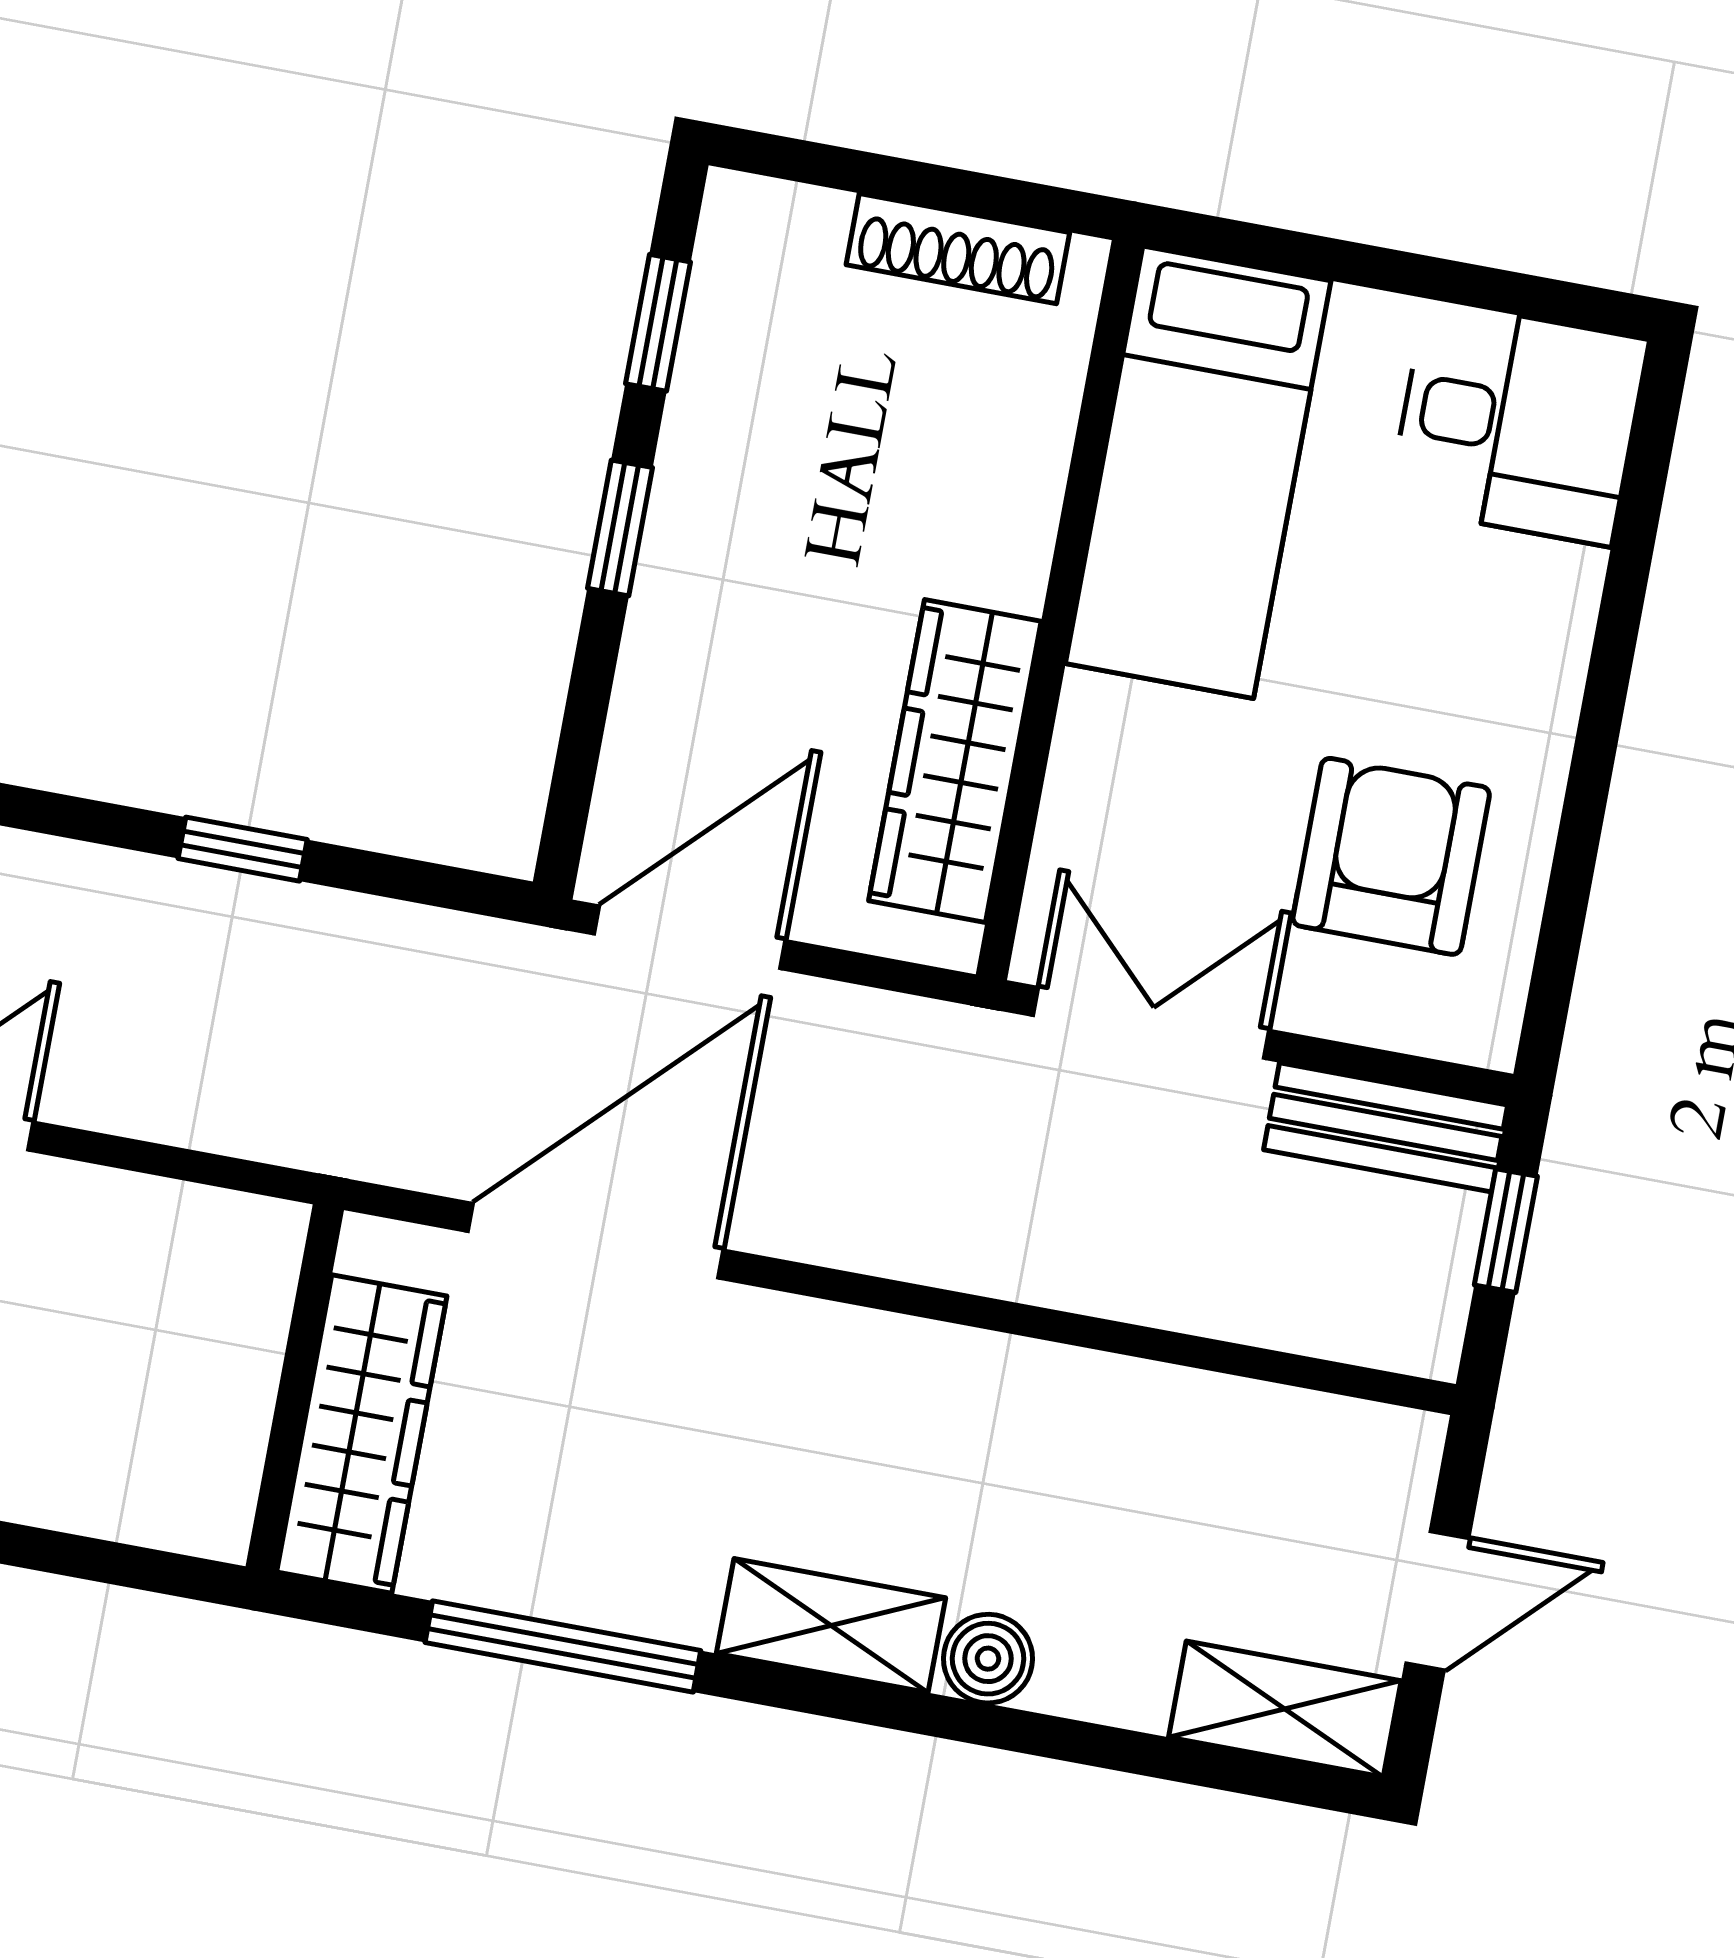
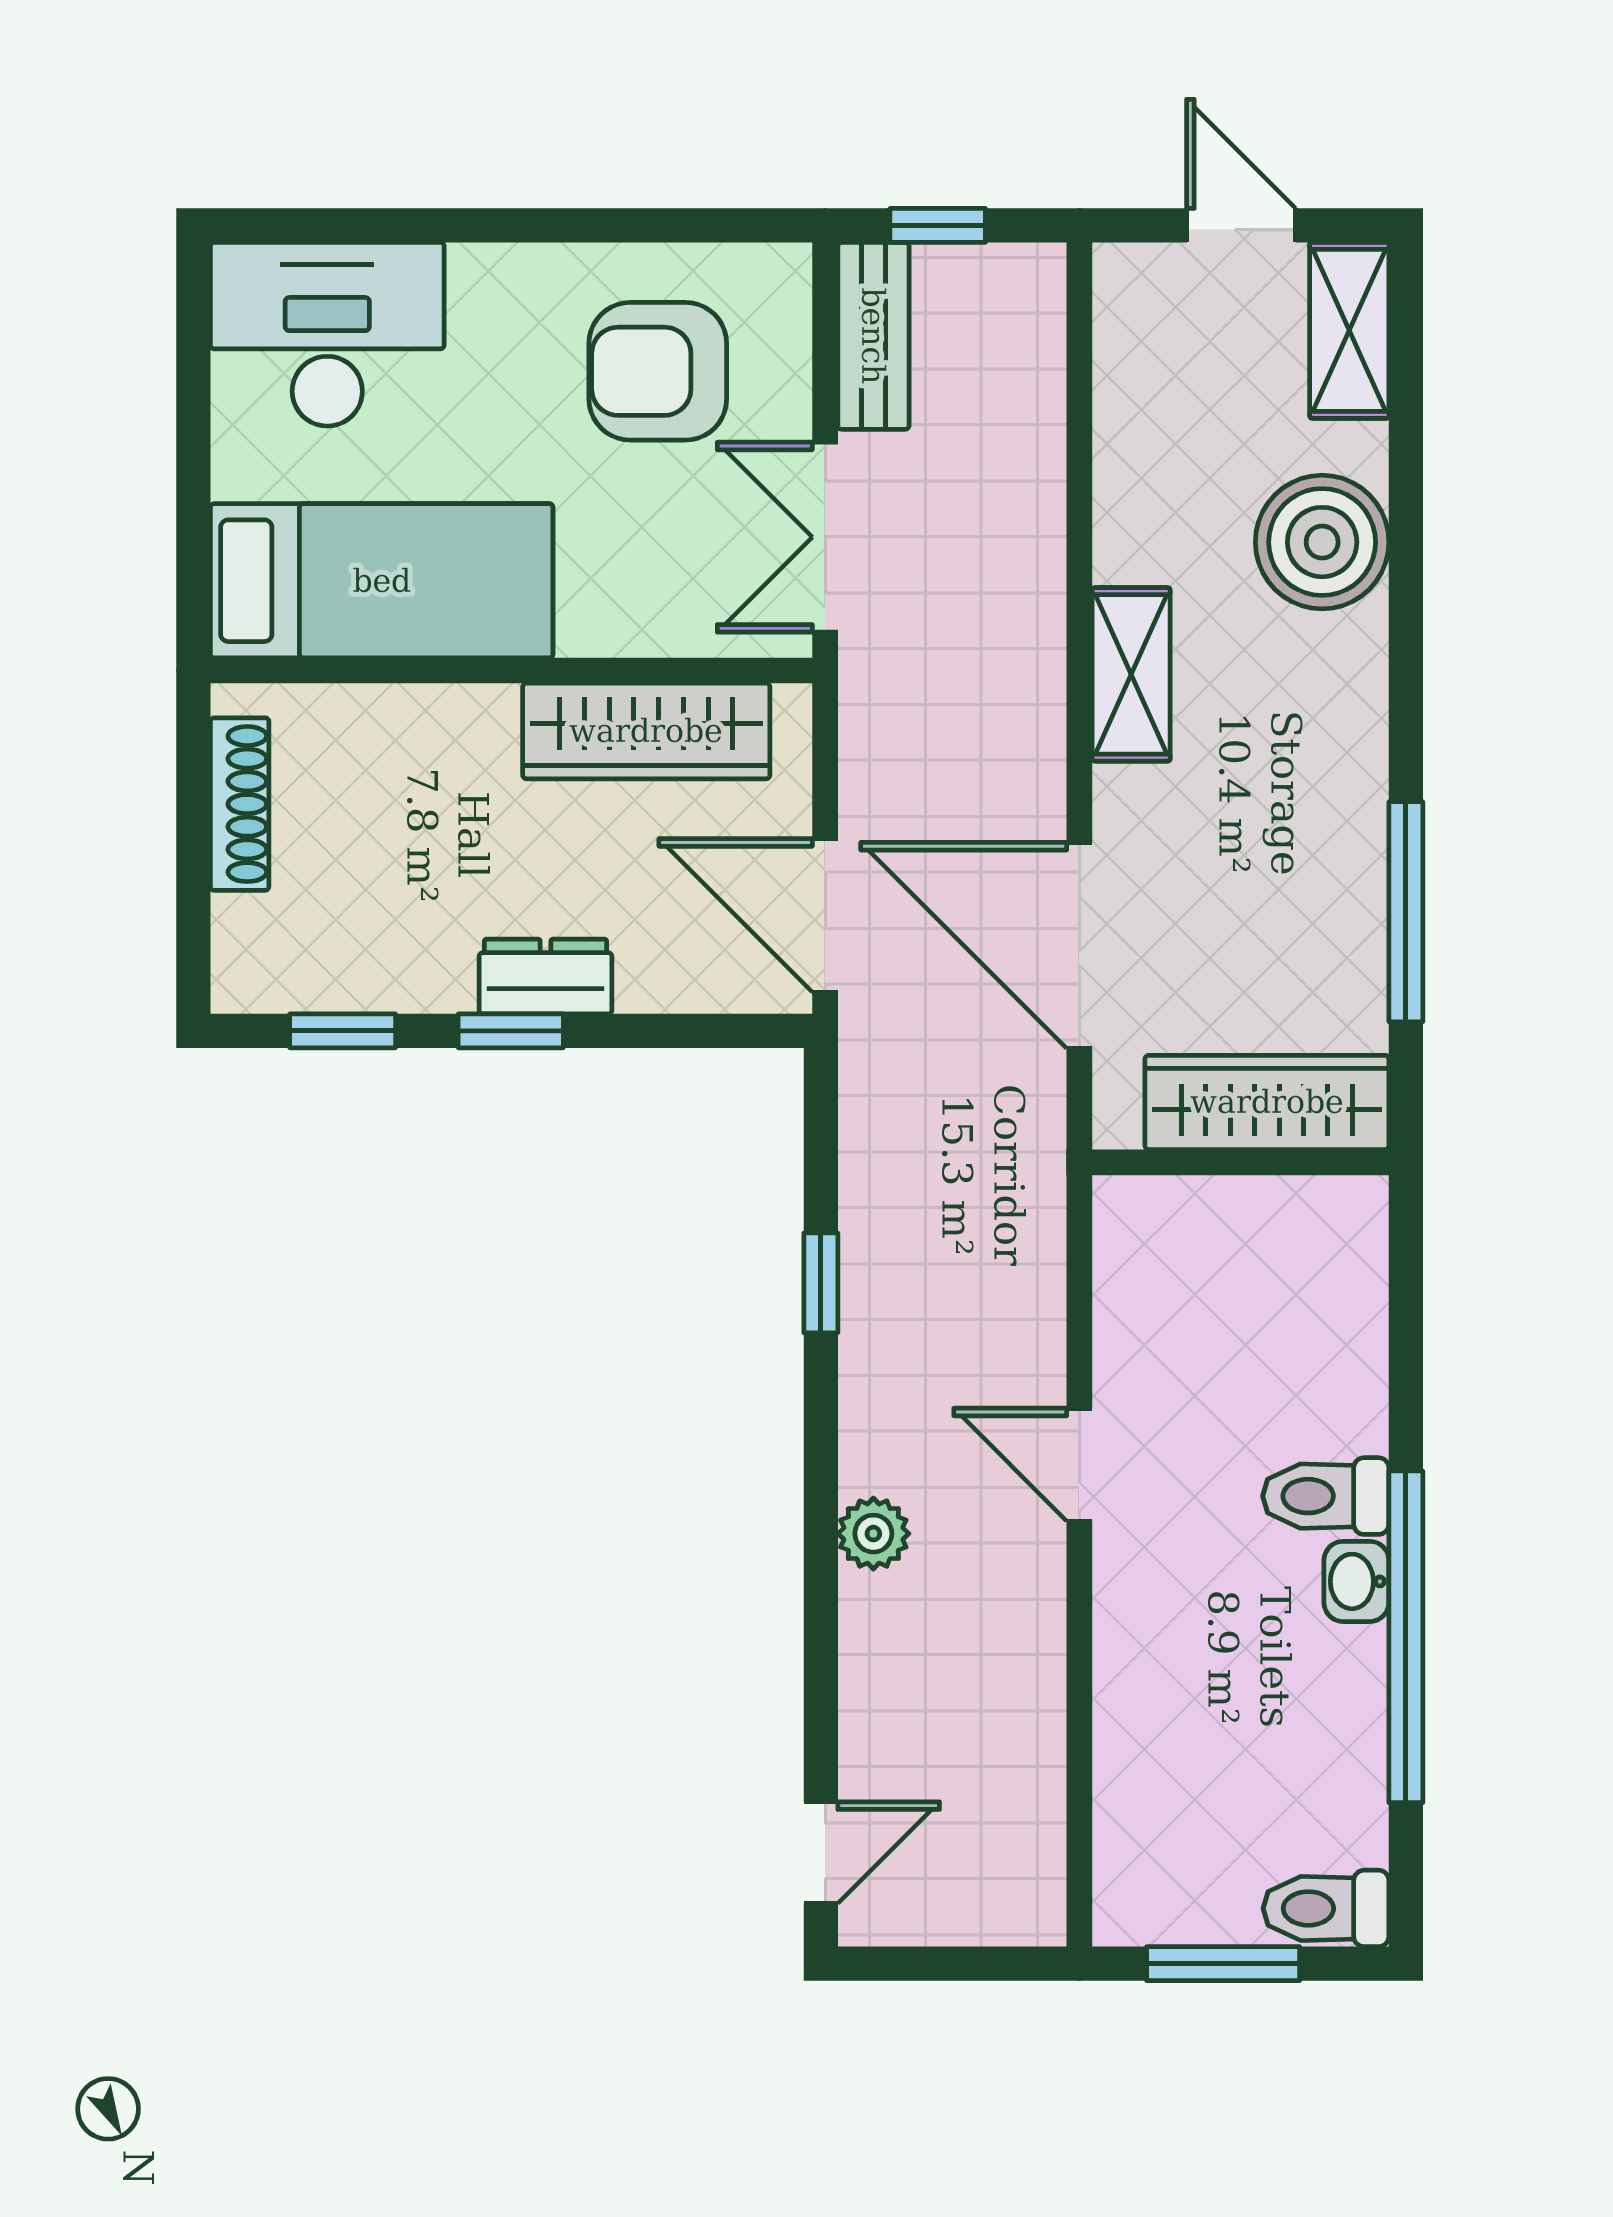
desk: (1518, 423) -> (327, 334), width x1.37
dresser: (678, 583) -> (545, 977), added
shelving: (831, 1626) -> (1131, 674), moved
boiler: (988, 1659) -> (1322, 542), width x1.86, depth x1.86

